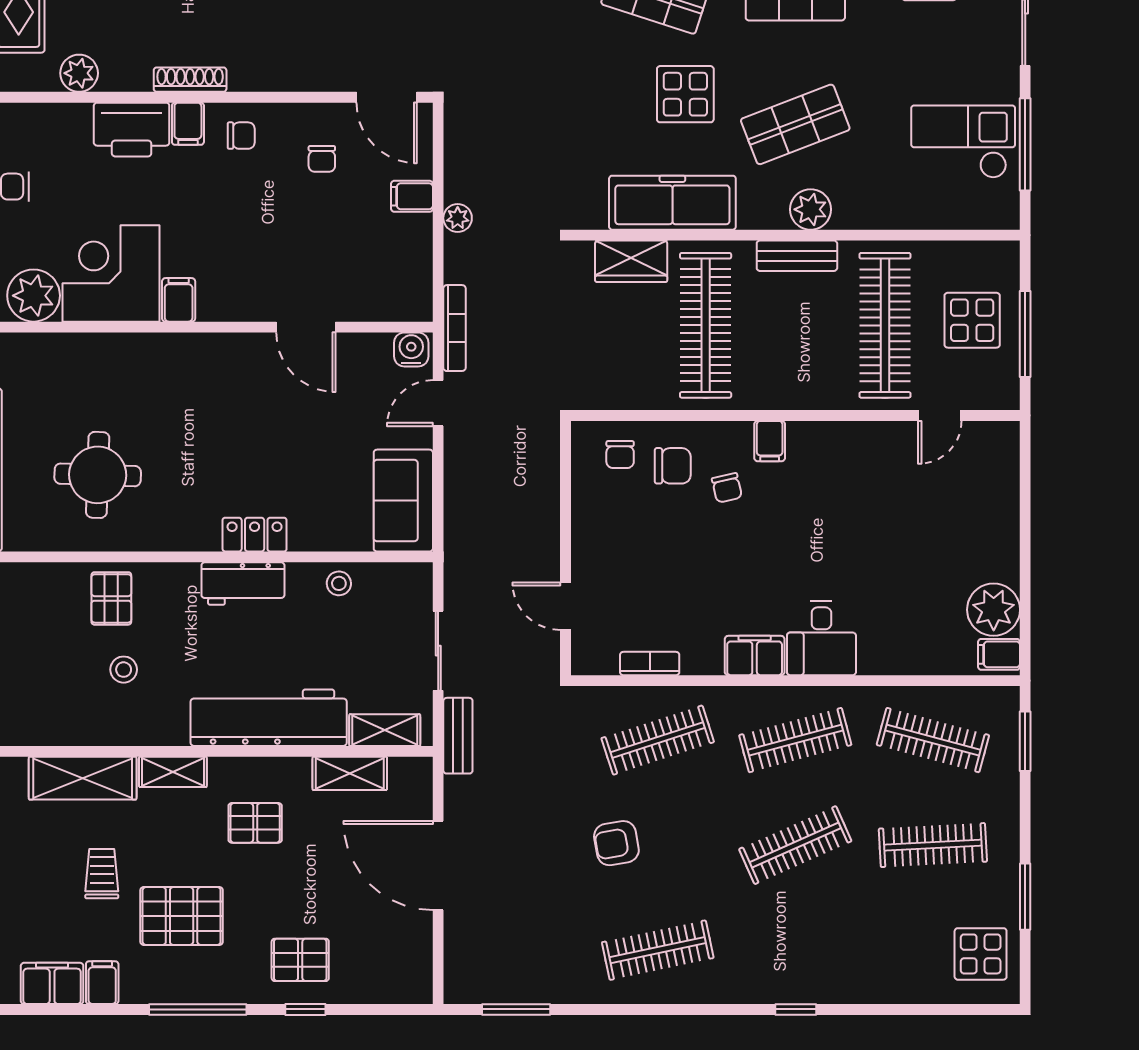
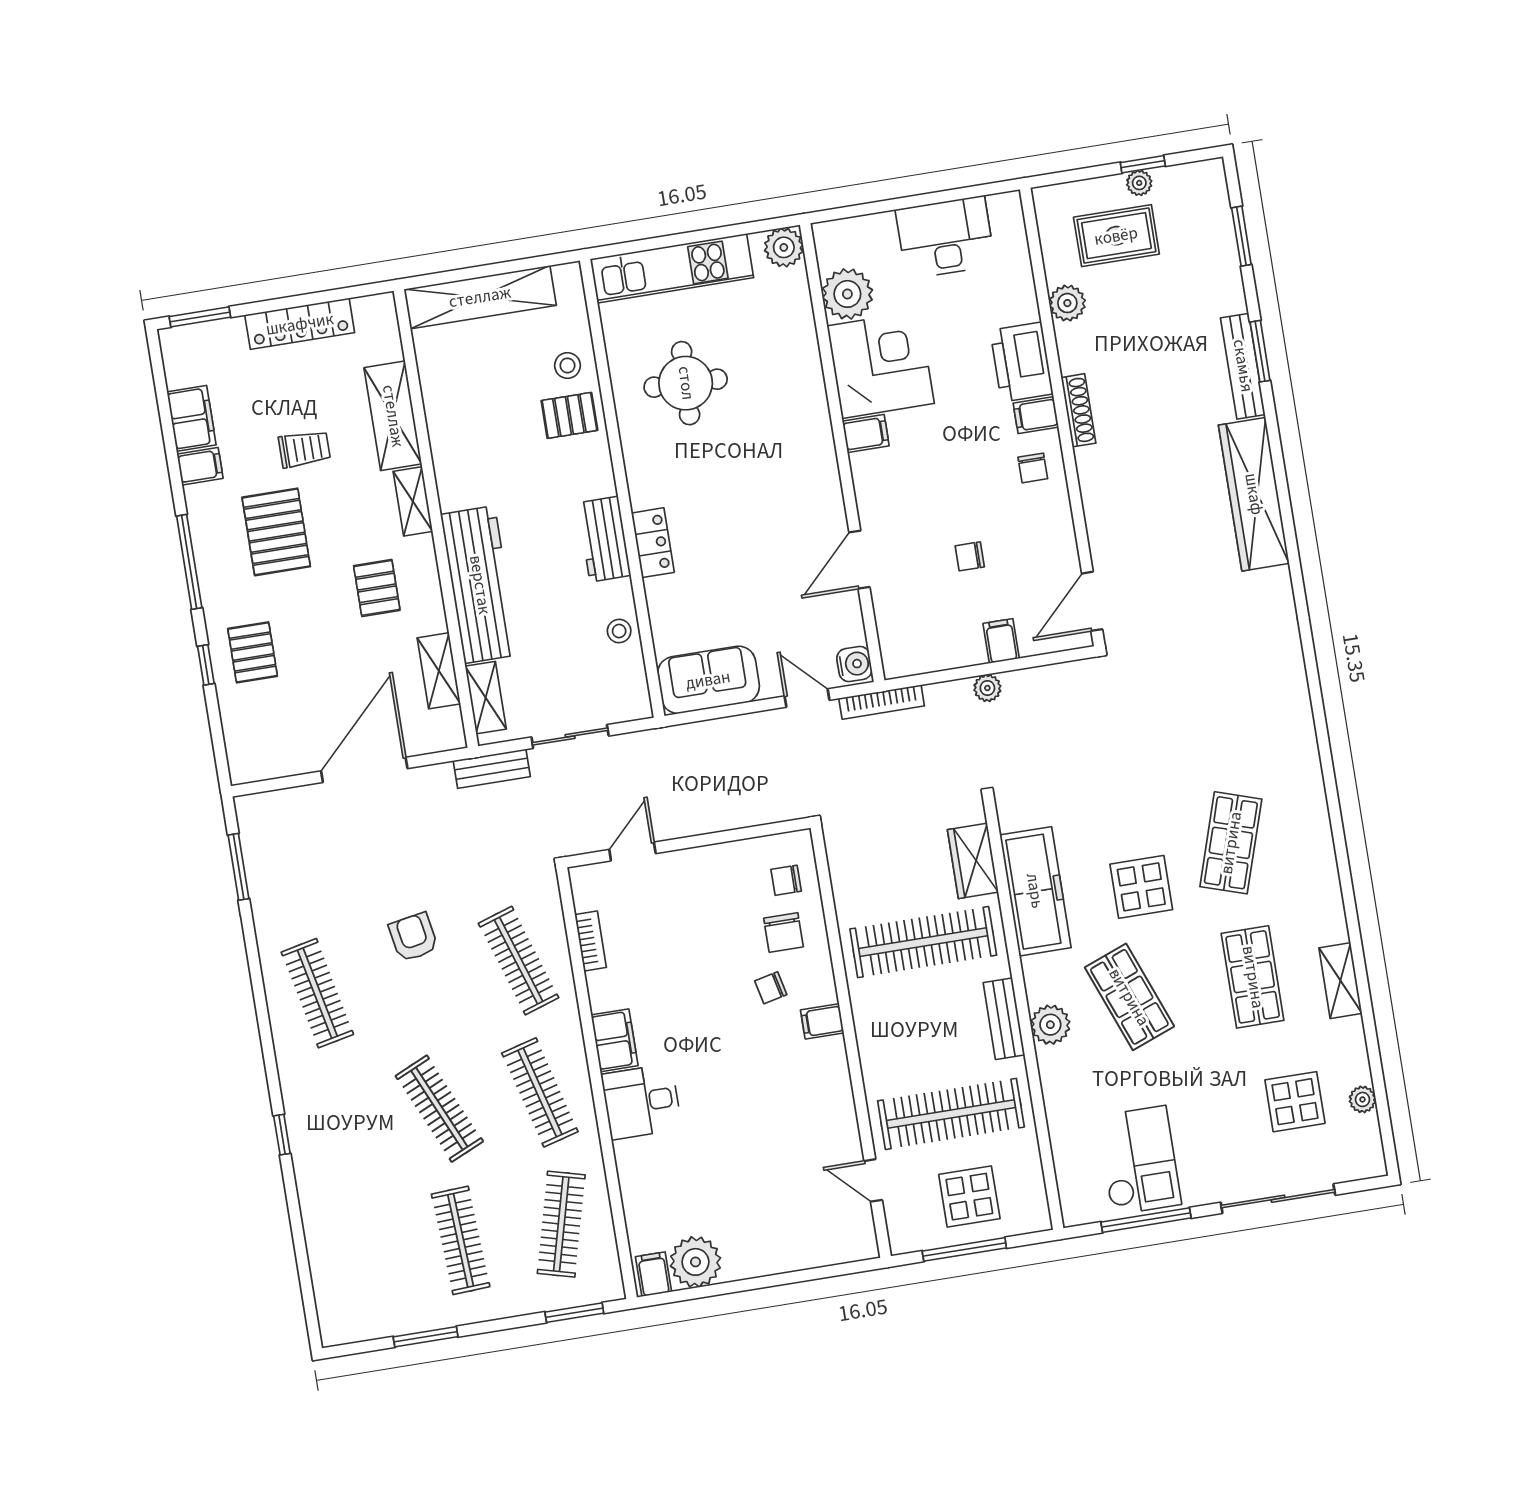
chair: (322, 159) -> (970, 556), moved
stool: (124, 670) -> (567, 365), moved
display table: (981, 954) -> (364, 1303), removed

